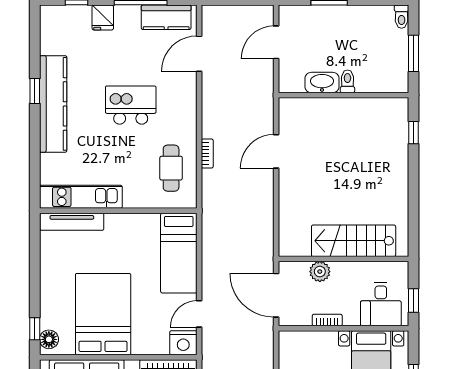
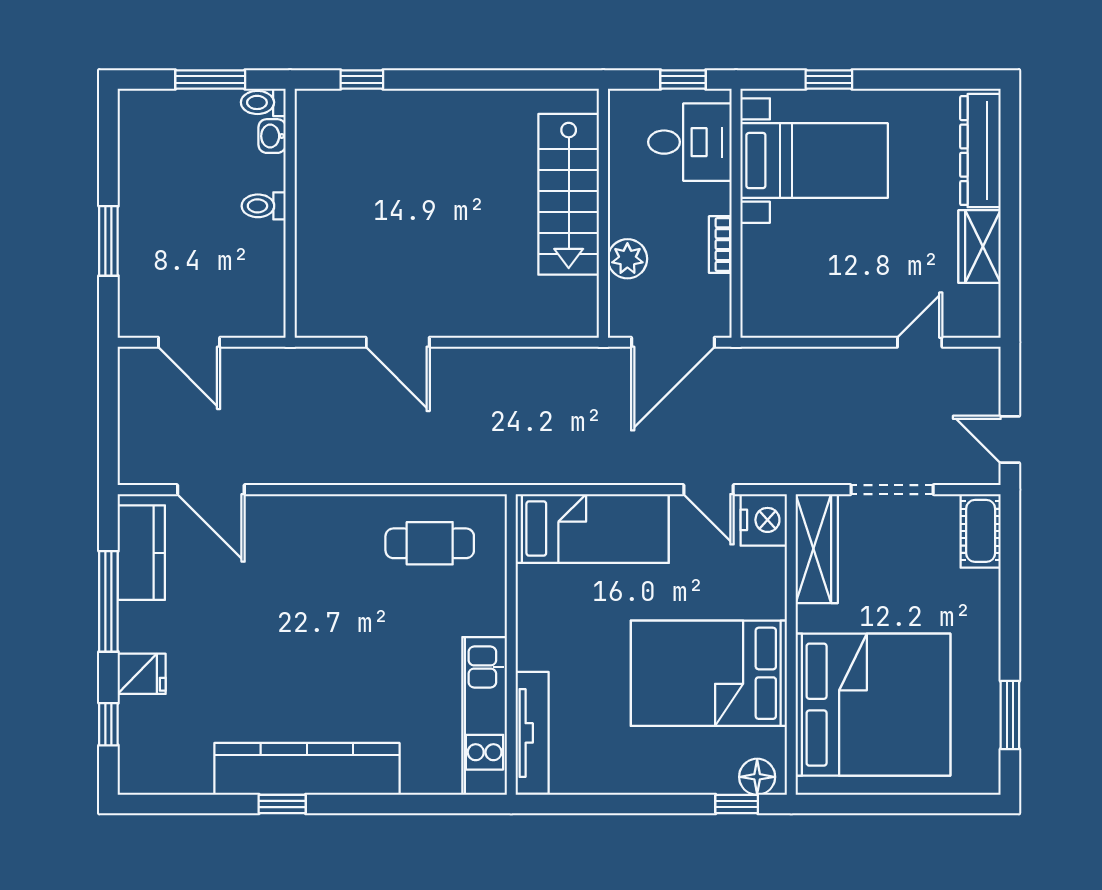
toilet: (402, 17) -> (263, 102), moved, turned 180
washbasin: (322, 83) -> (272, 136), moved, width x0.52, depth x0.69
kitchen island: (131, 105) -> (309, 620), removed
bookcase: (207, 153) -> (402, 474), removed

